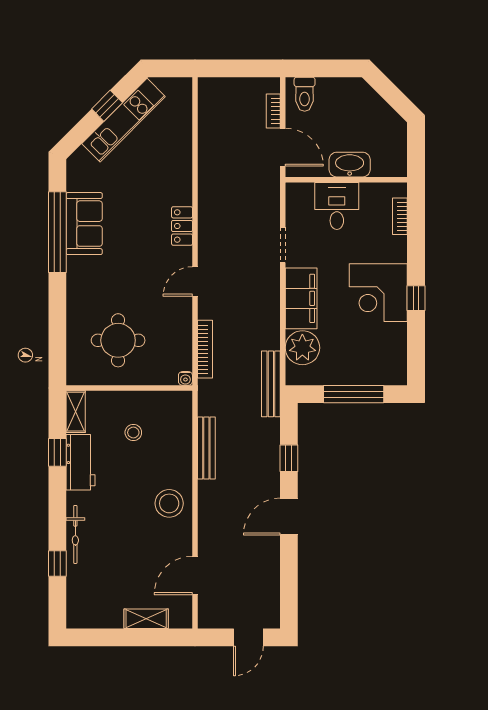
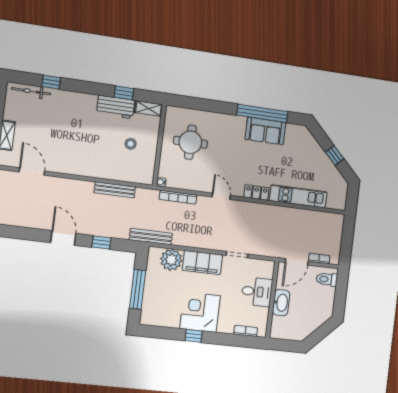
kitchen unit: (124, 120) -> (298, 196), moved, turned 135
stool: (169, 503) -> (82, 161), removed
bicycle: (75, 534) -> (31, 91), moved

